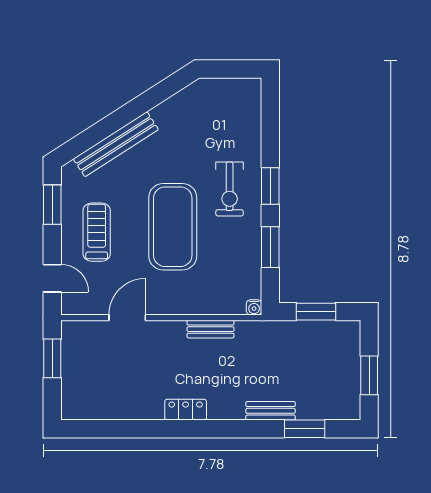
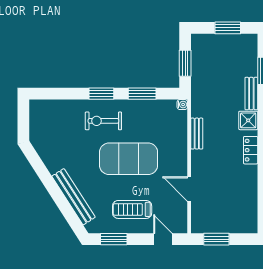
exercise bike: (230, 189) -> (103, 121), turned 180
door: (52, 278) -> (163, 239), hinge flipped
shower: (230, 406) -> (248, 120), added

